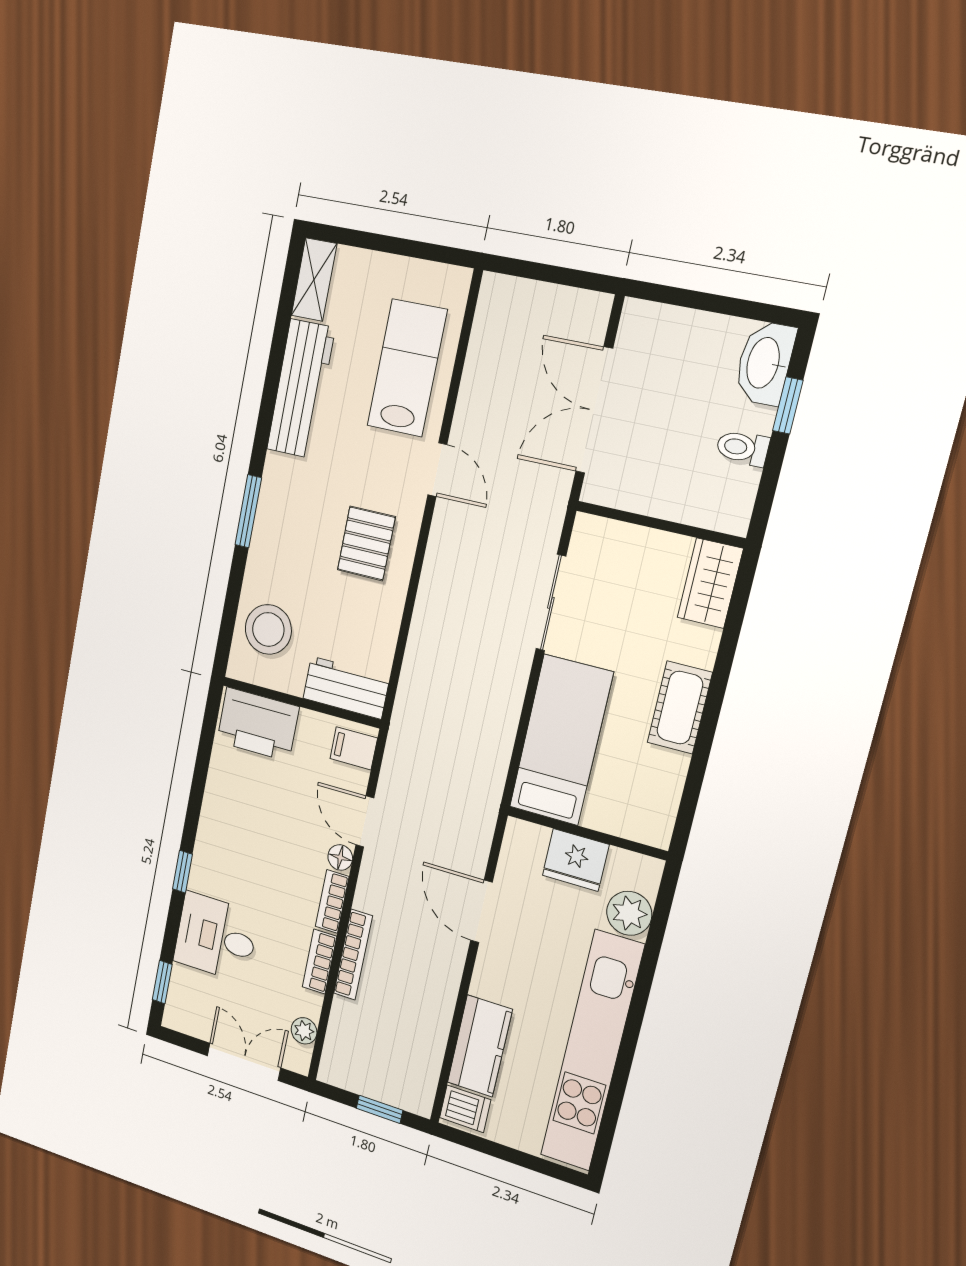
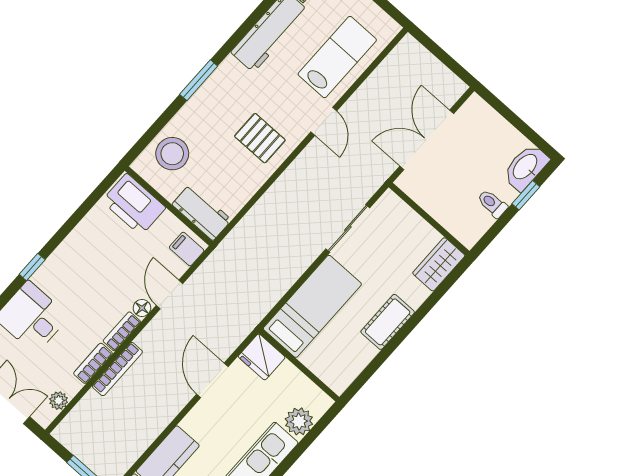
pallet: (366, 543) -> (260, 138), turned 90
fridge: (576, 860) -> (262, 357), moved

